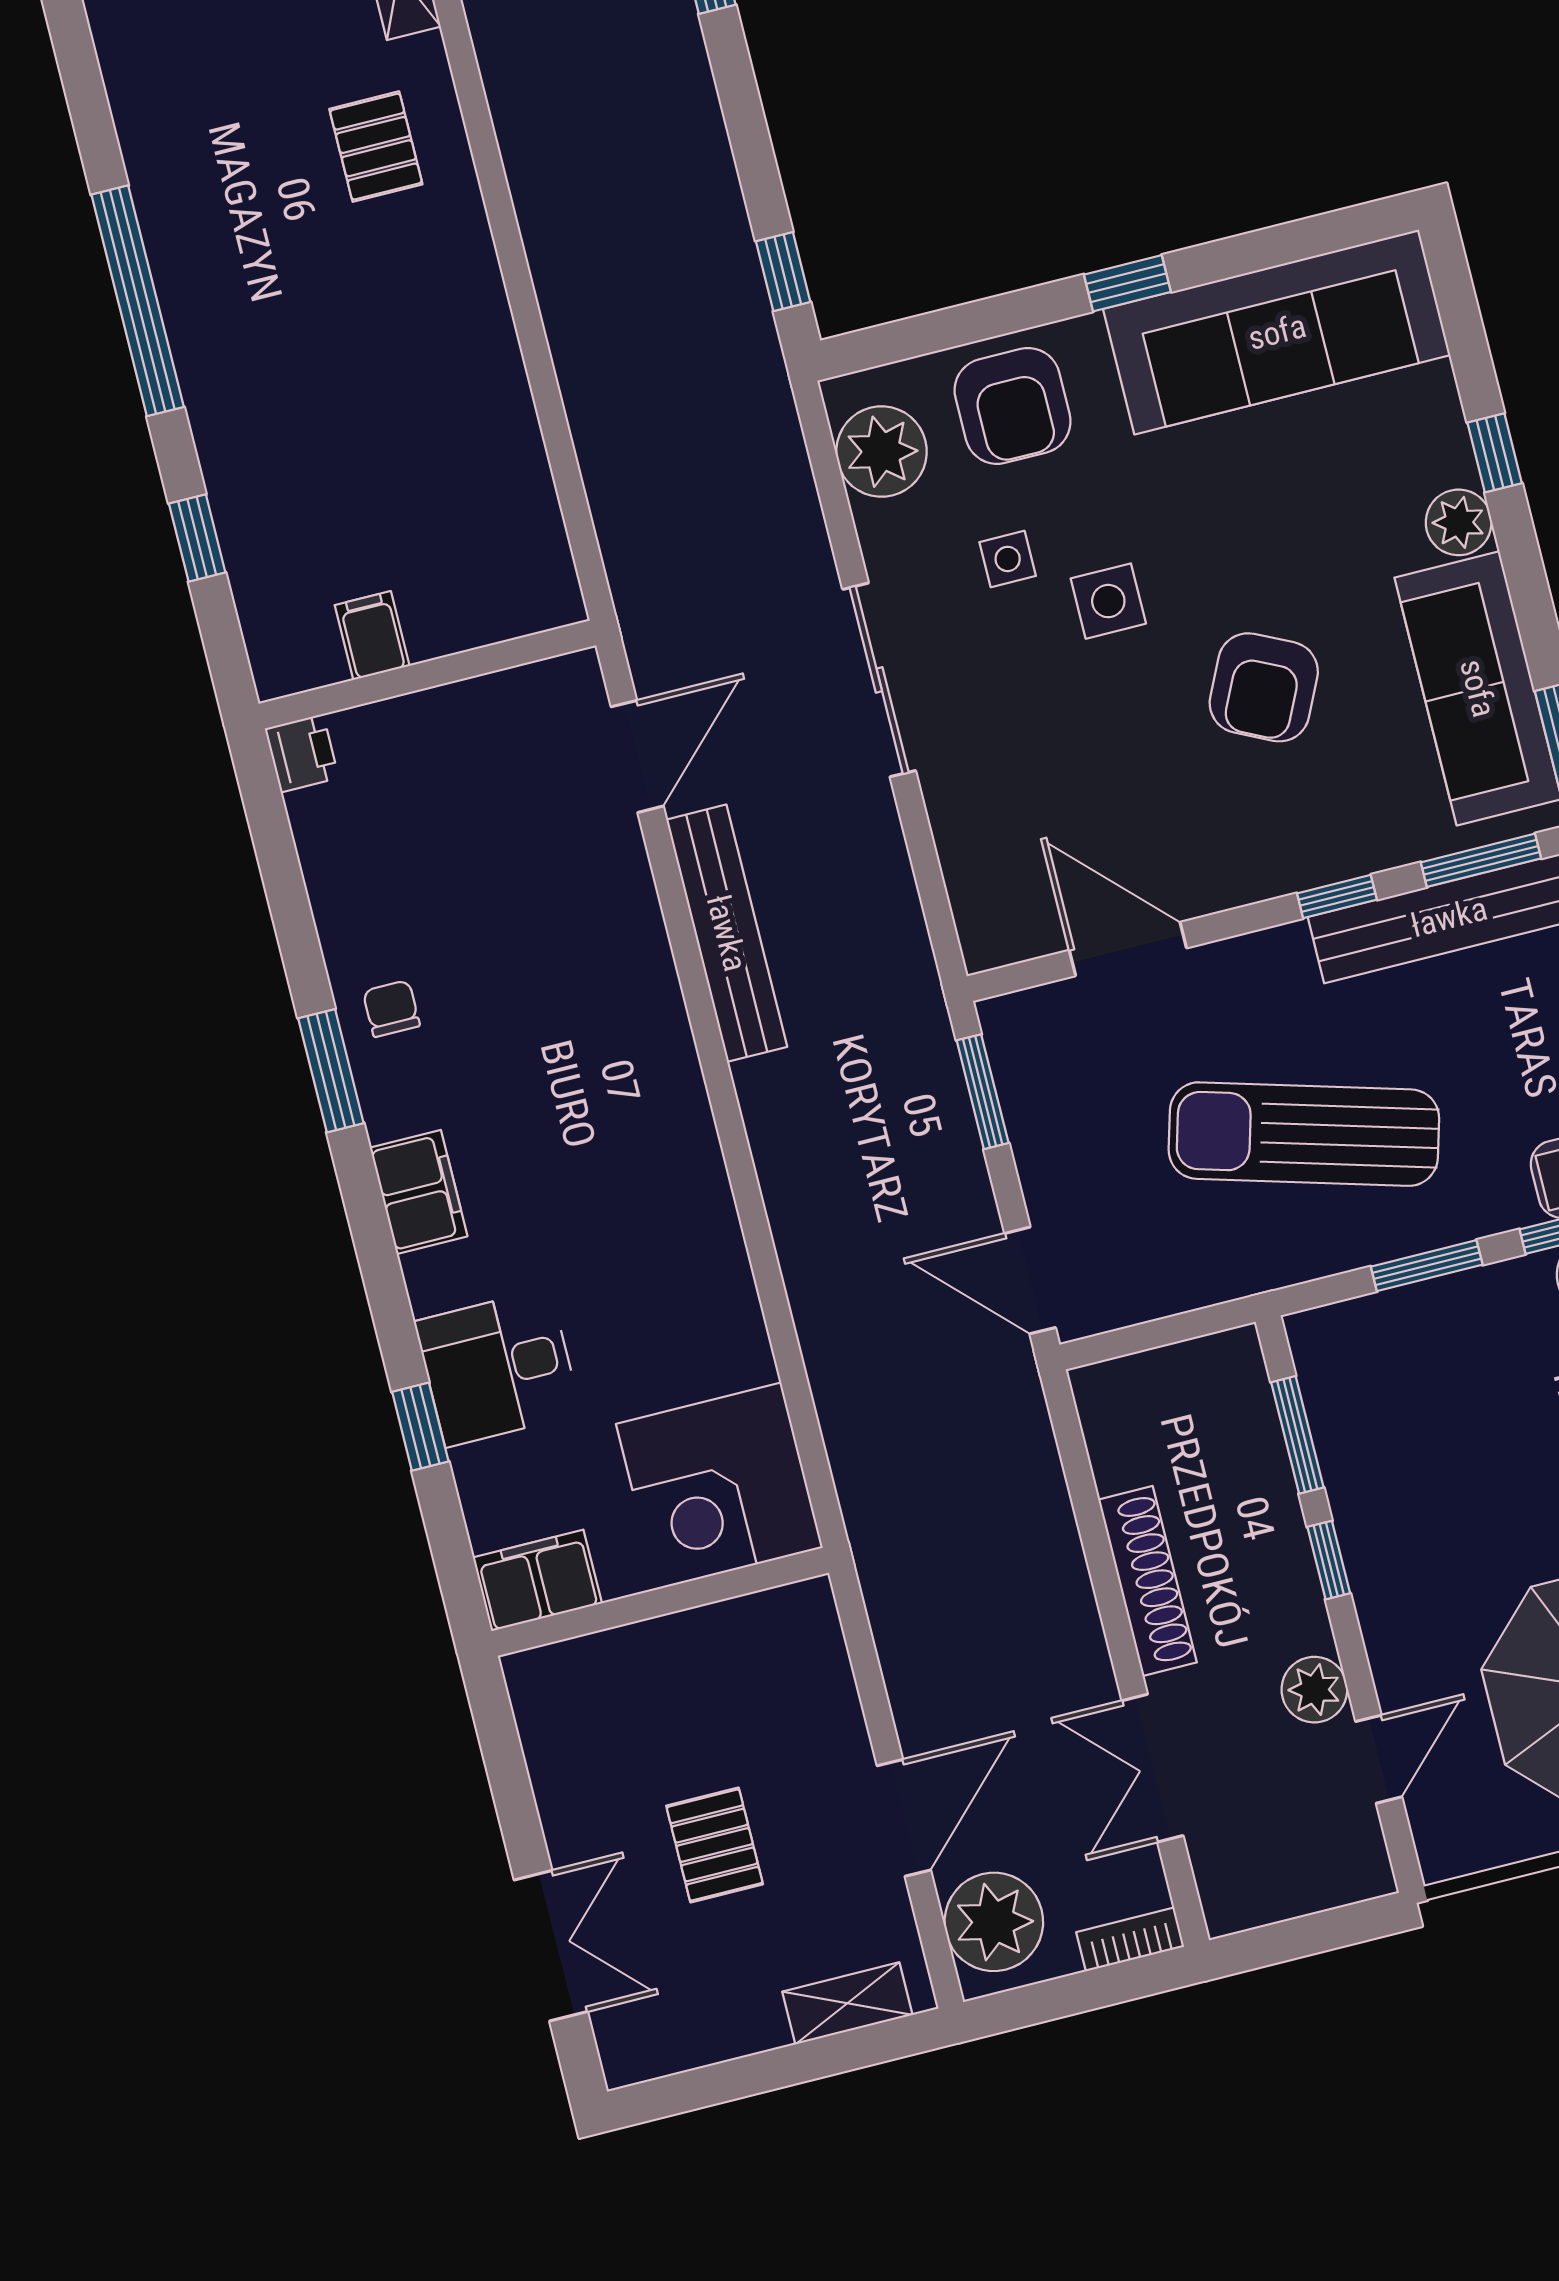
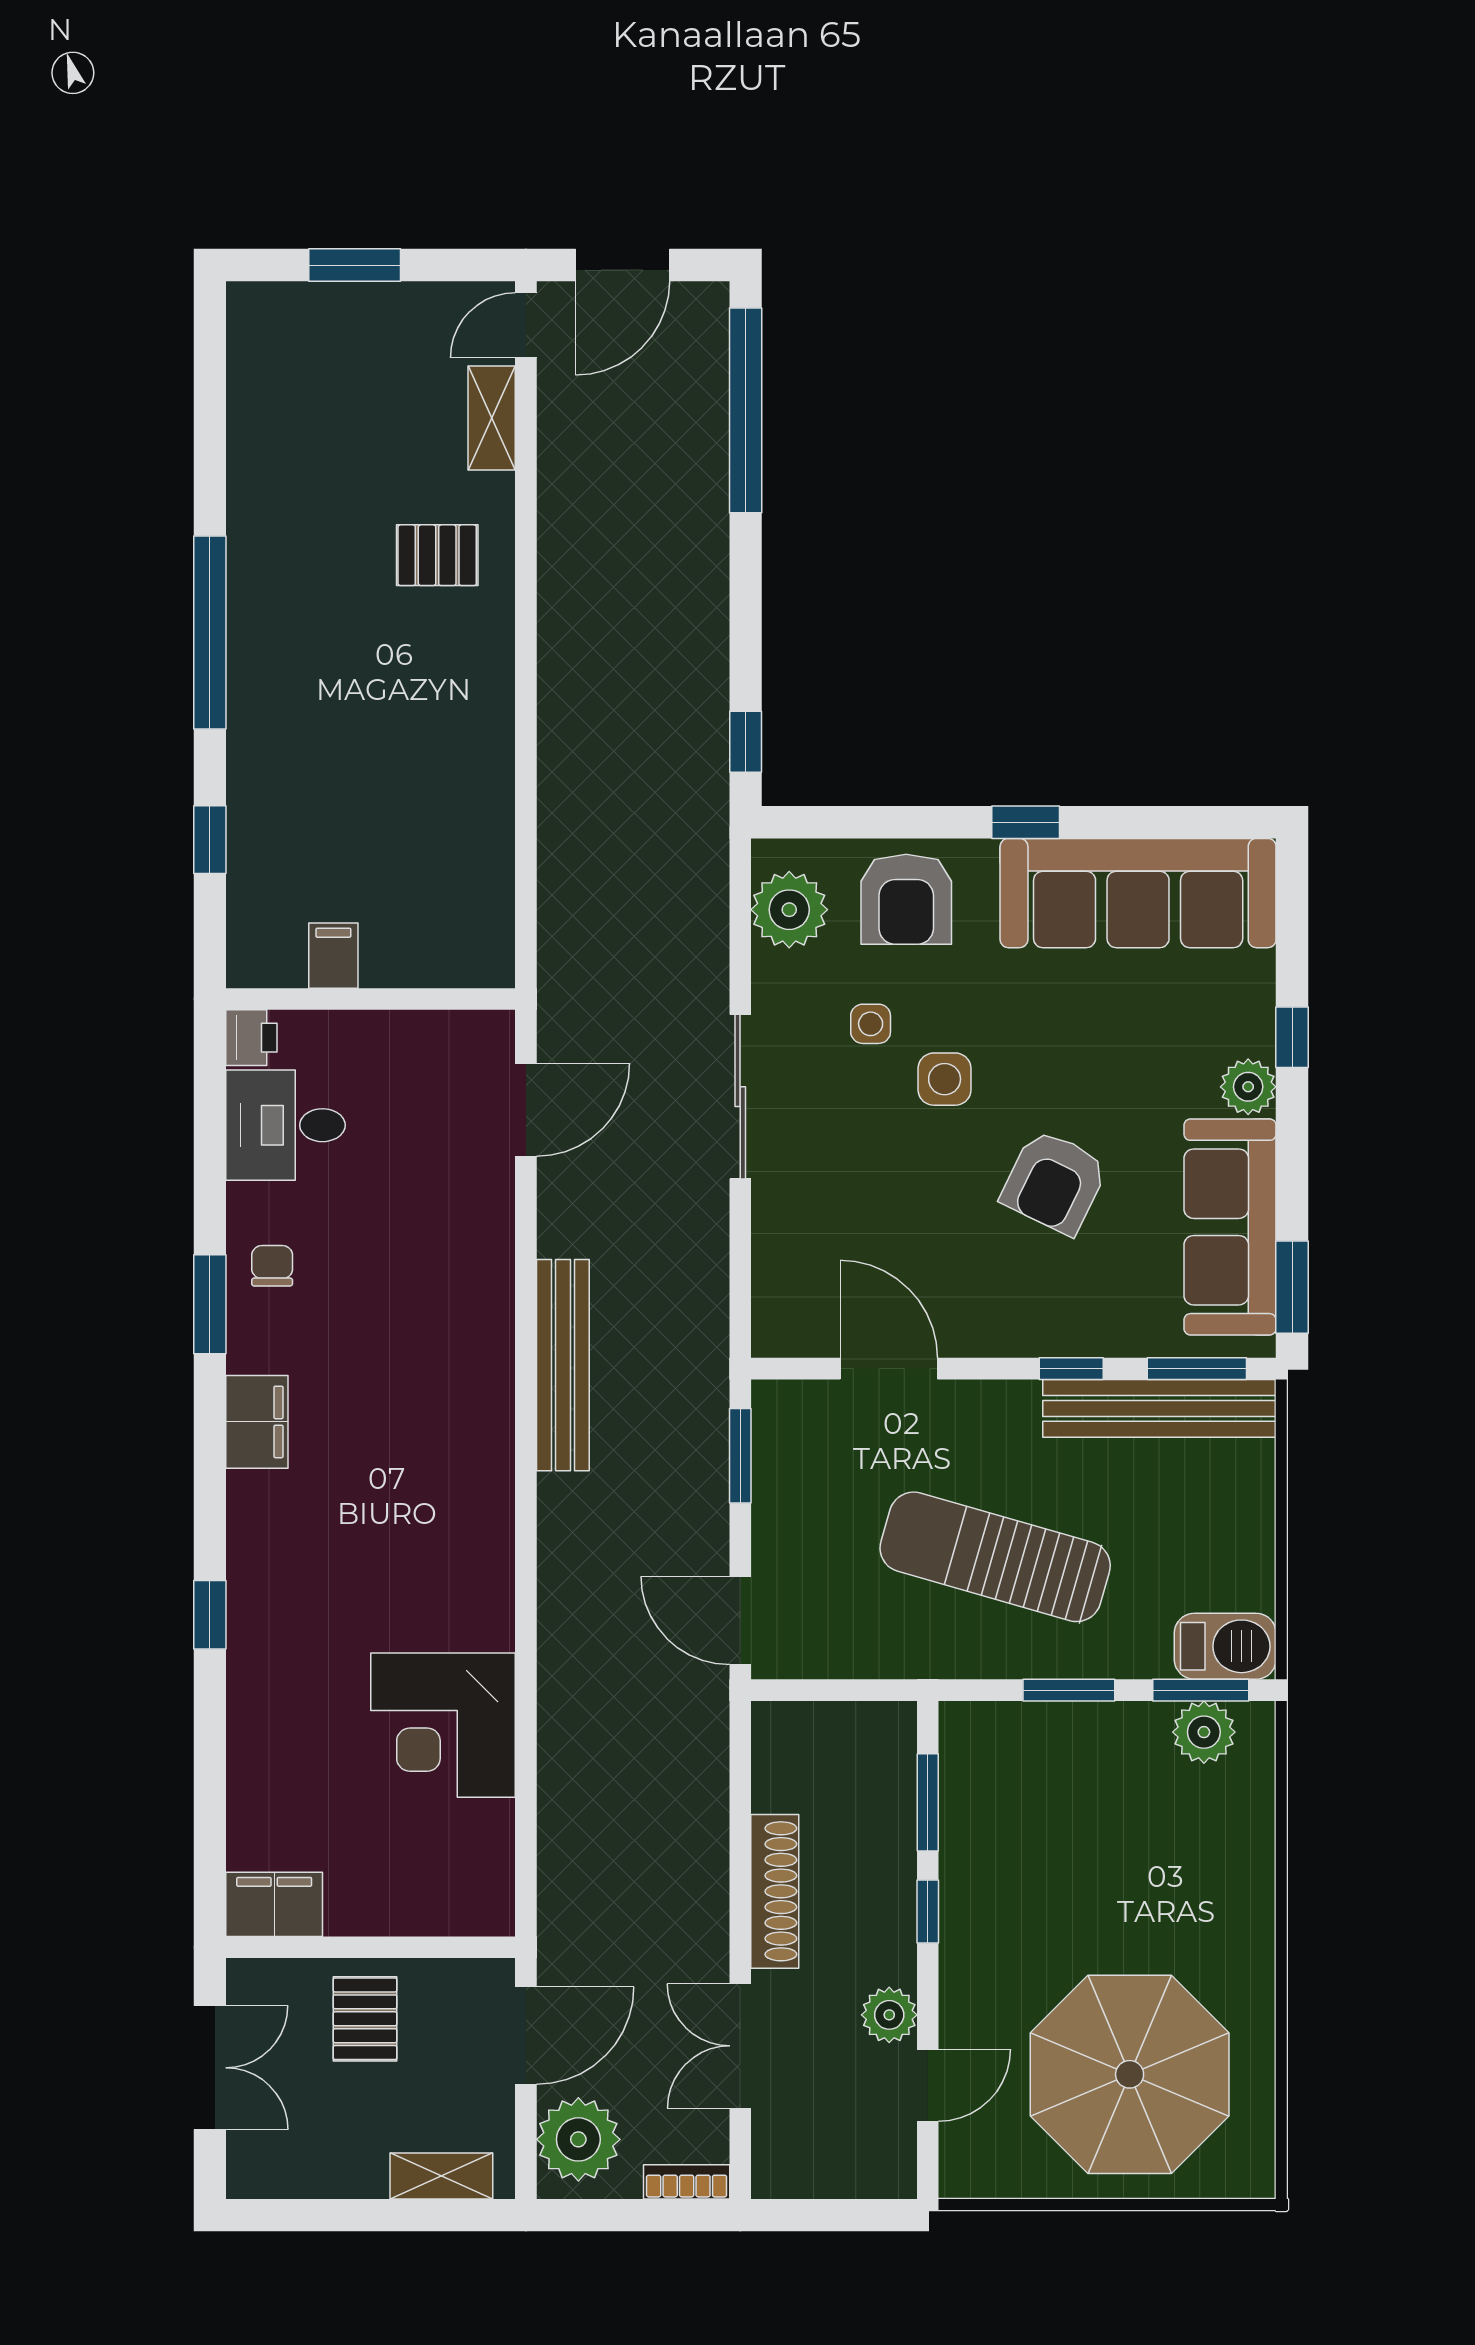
pallet: (376, 147) -> (437, 555), turned 90
bench: (727, 933) -> (563, 1365), moved
desk: (498, 1368) -> (286, 1125), moved
filing cabinet: (537, 1580) -> (274, 1904), moved
wall: (660, 1602) -> (371, 1947), moved

